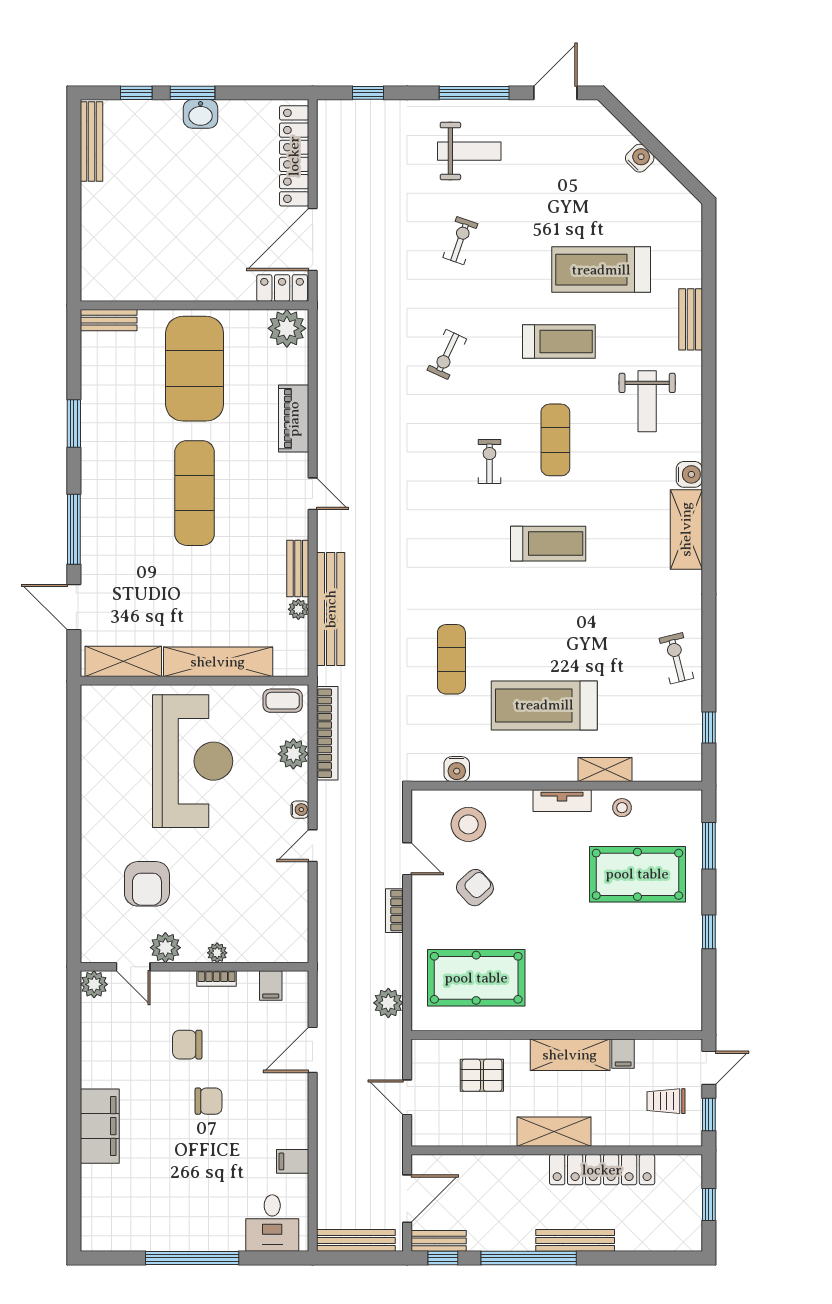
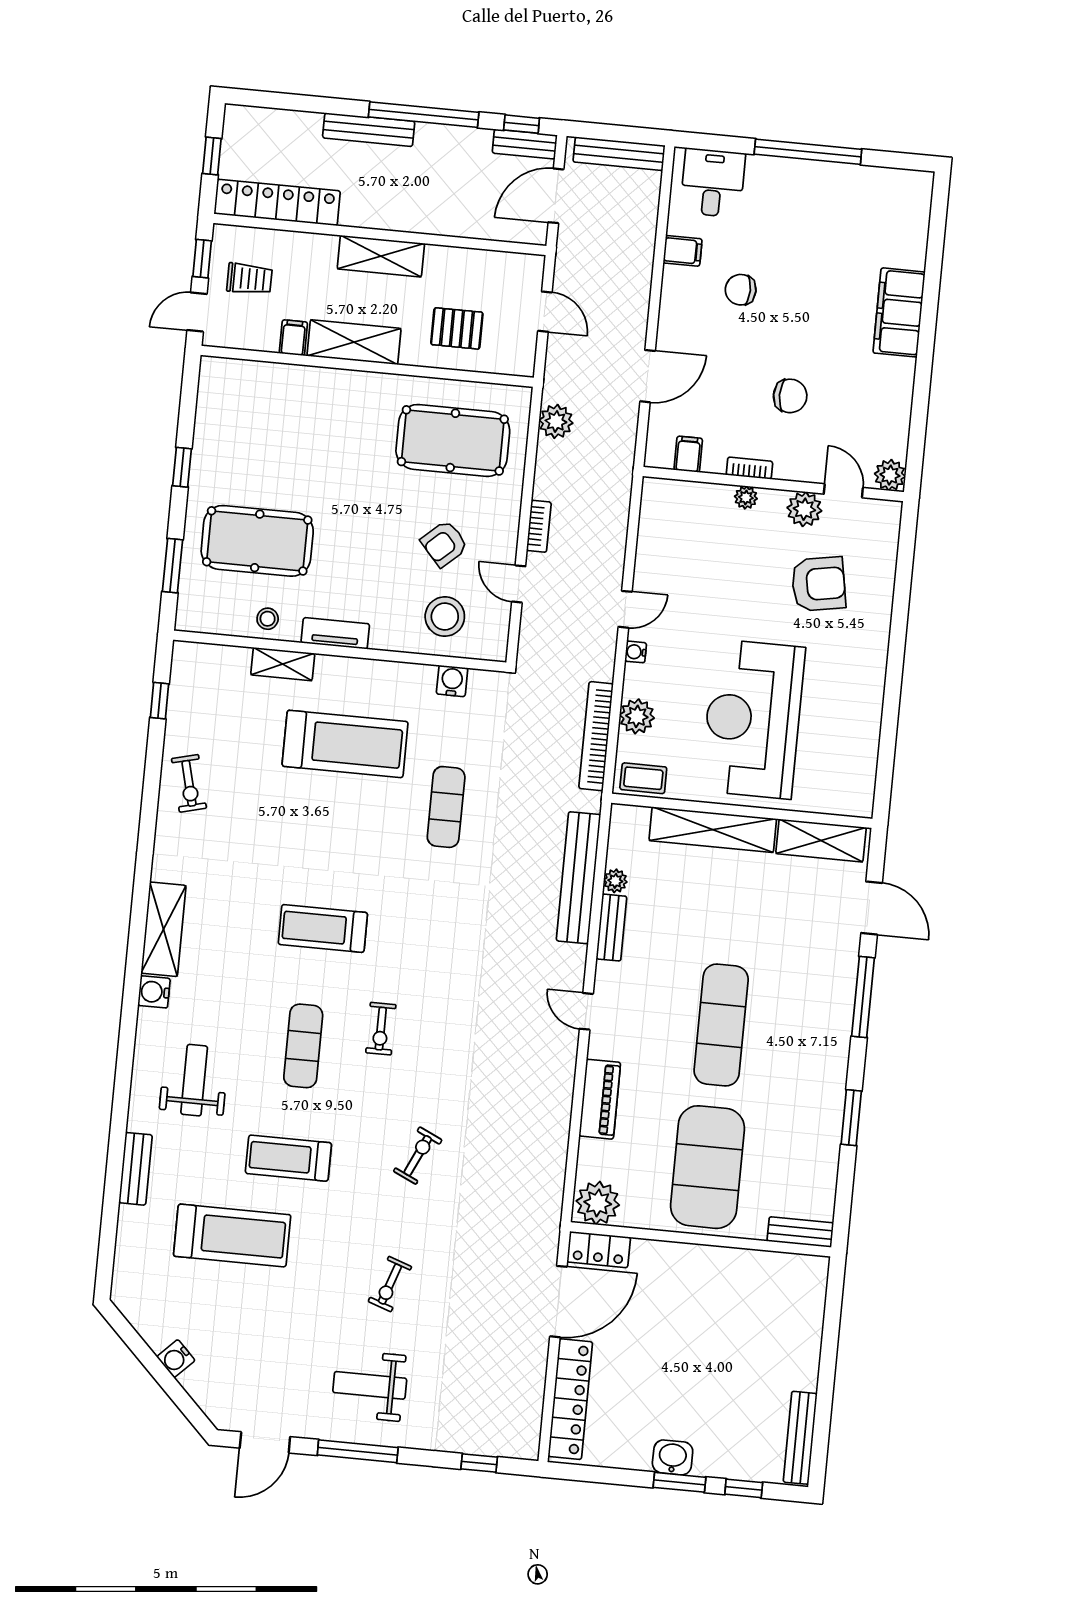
armchair: (147, 884) -> (818, 584), turned 80
chair: (209, 1101) -> (741, 290), moved
locker: (602, 1170) -> (277, 202), moved

